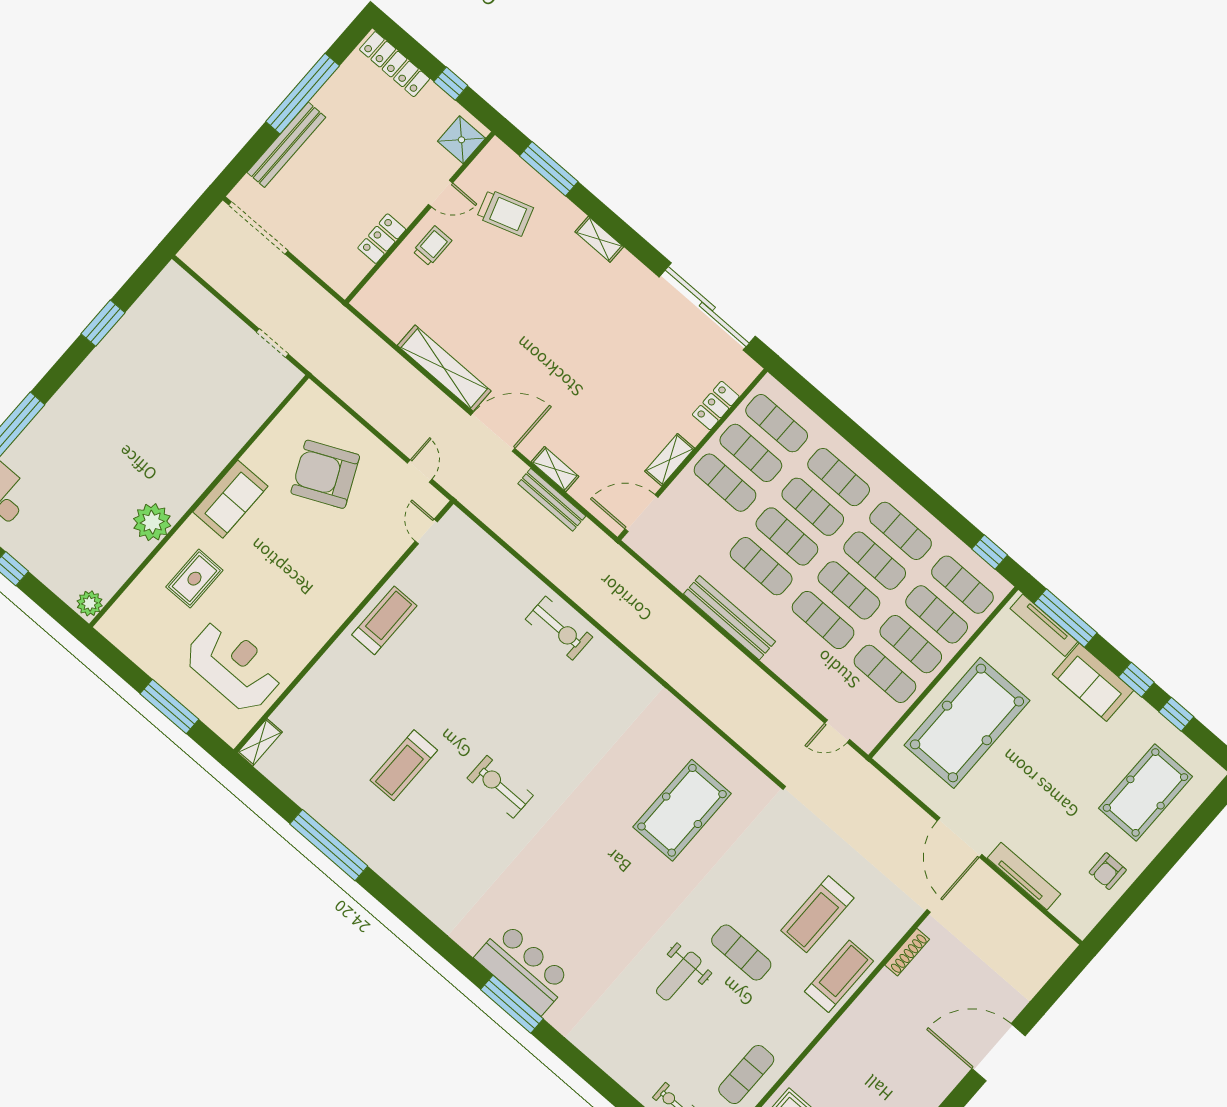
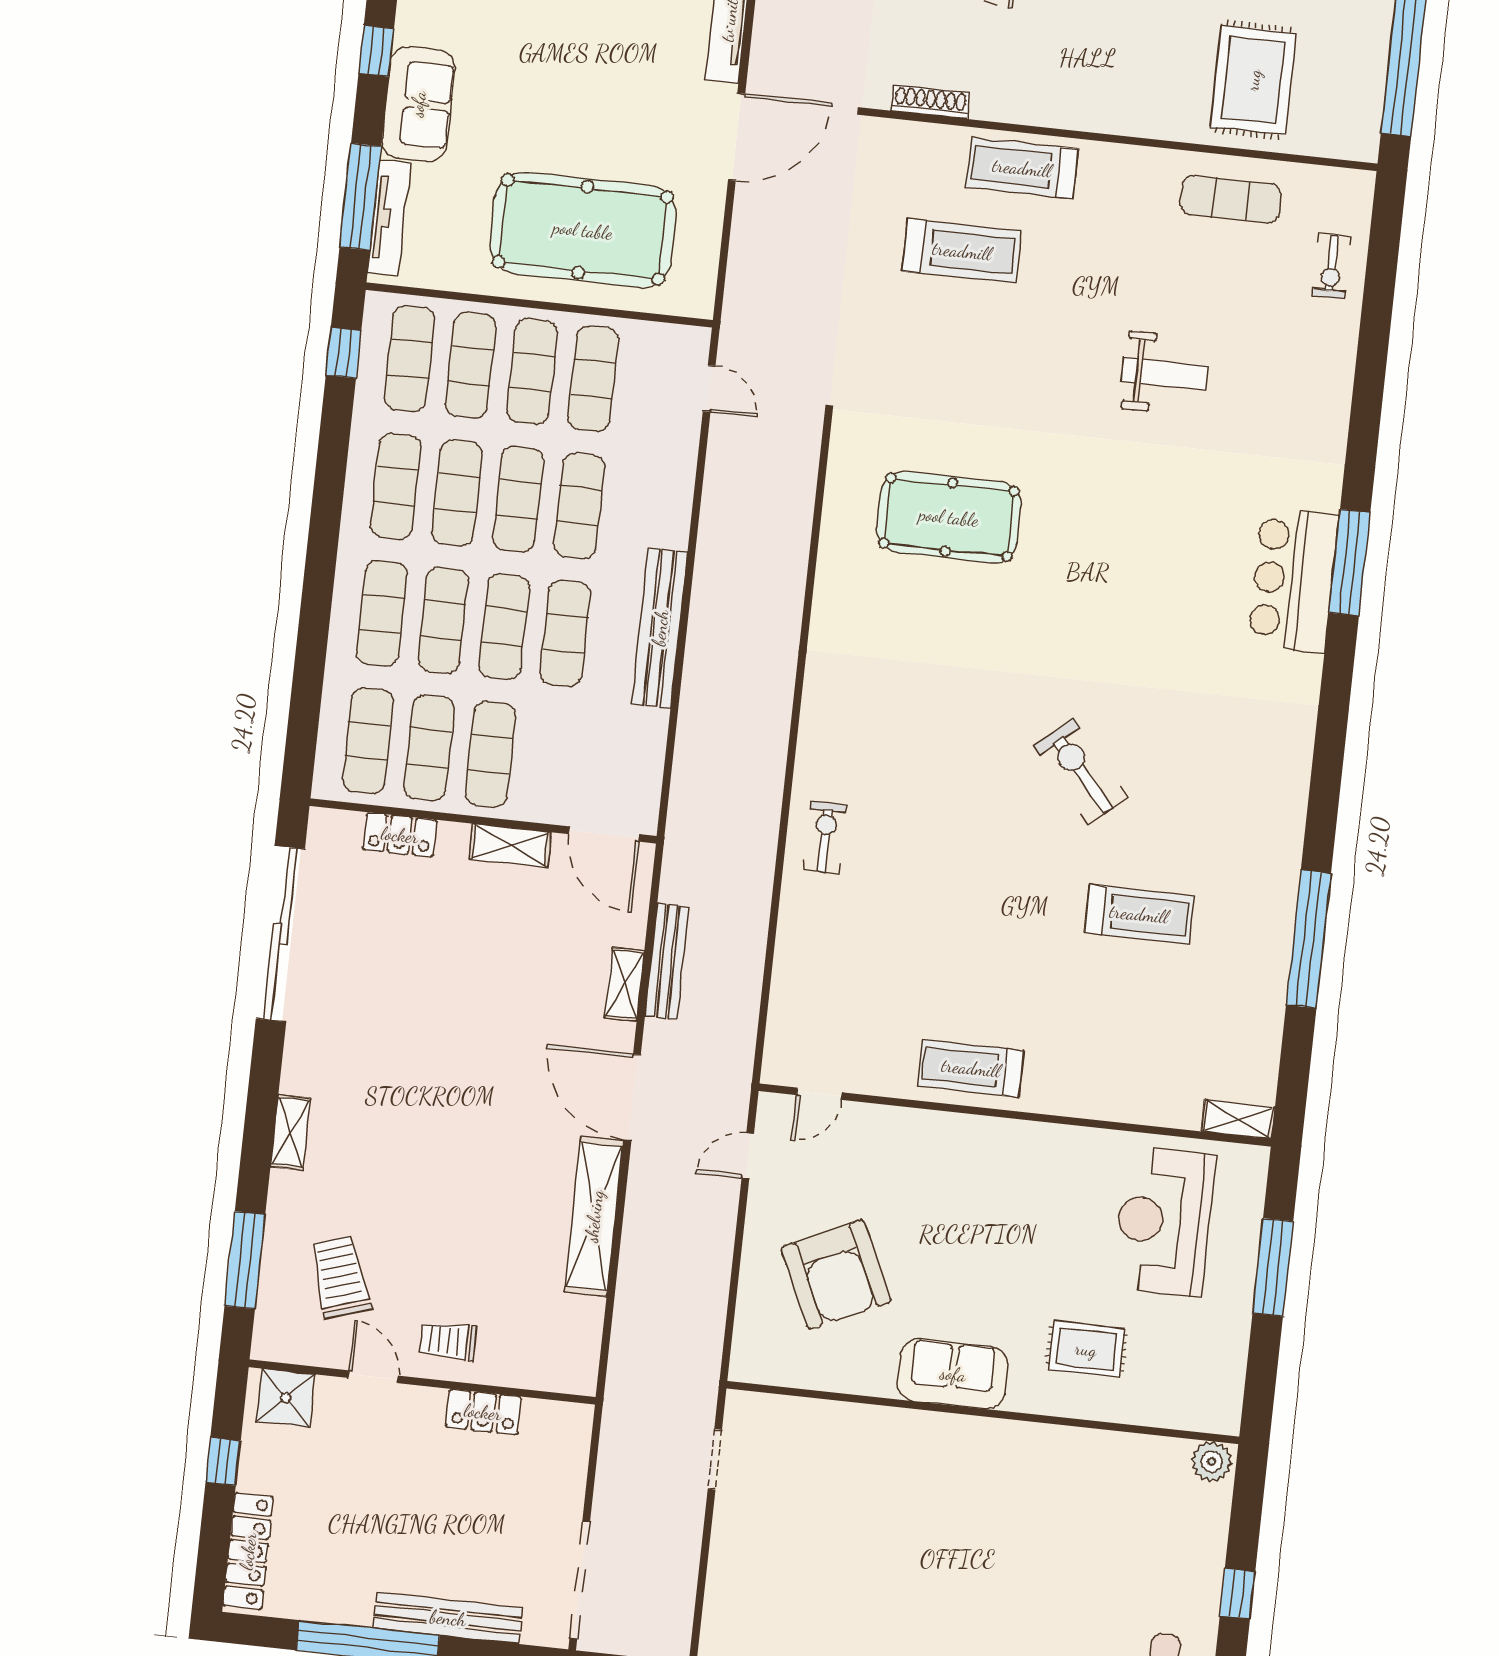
plant: (152, 522) -> (1052, 1454), removed
exercise bike: (559, 628) -> (825, 837), width x0.73, depth x0.72
exercise bike: (500, 787) -> (1081, 771), turned 139
exercise mat: (741, 953) -> (1079, 314), removed

